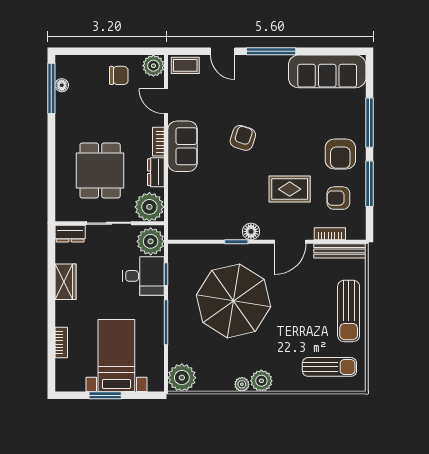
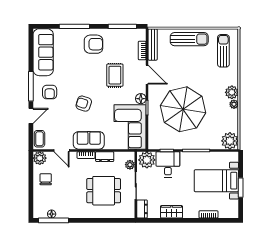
door: (166, 101) -> (61, 150), hinge flipped
window: (369, 184) -> (122, 26), moved
armchair: (338, 198) -> (50, 92), moved
plant: (149, 207) -> (130, 165), width x0.53, depth x0.53
corner sofa: (204, 214) -> (130, 127), added

